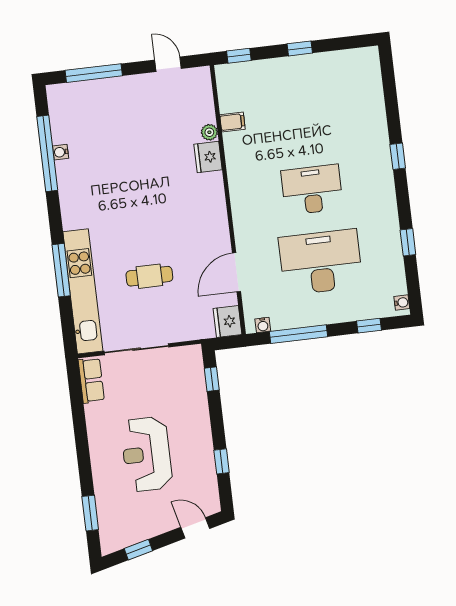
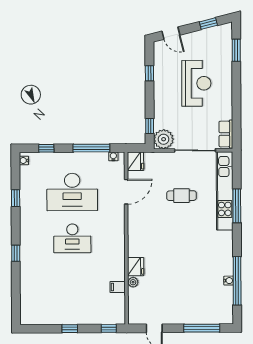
plant: (188, 361) -> (164, 139), added

